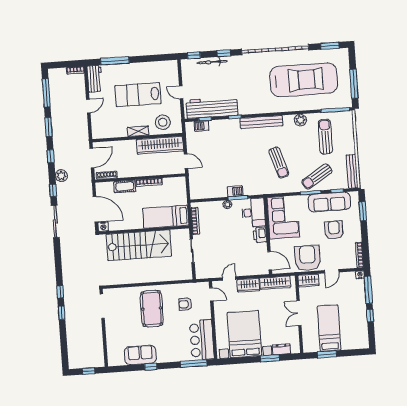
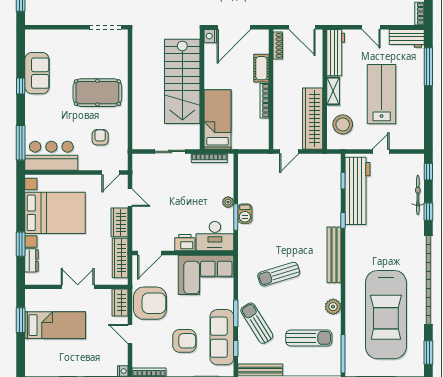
barbecue: (202, 126) -> (334, 175), removed
workbench: (109, 131) -> (336, 53), added

